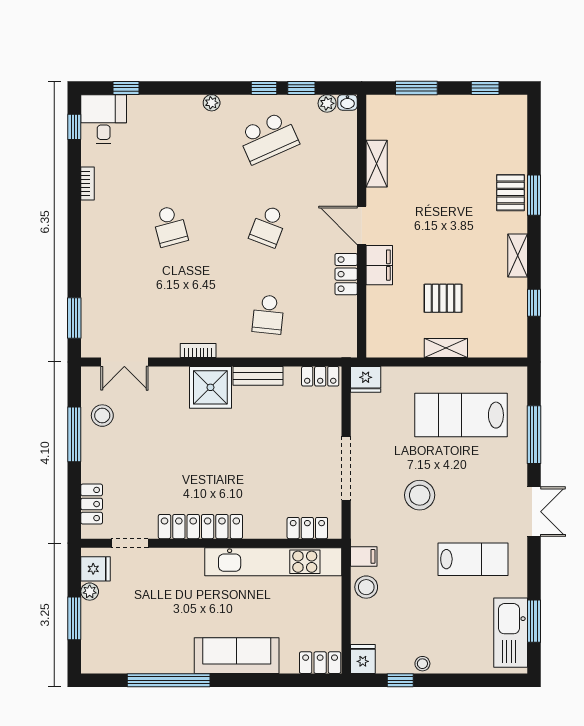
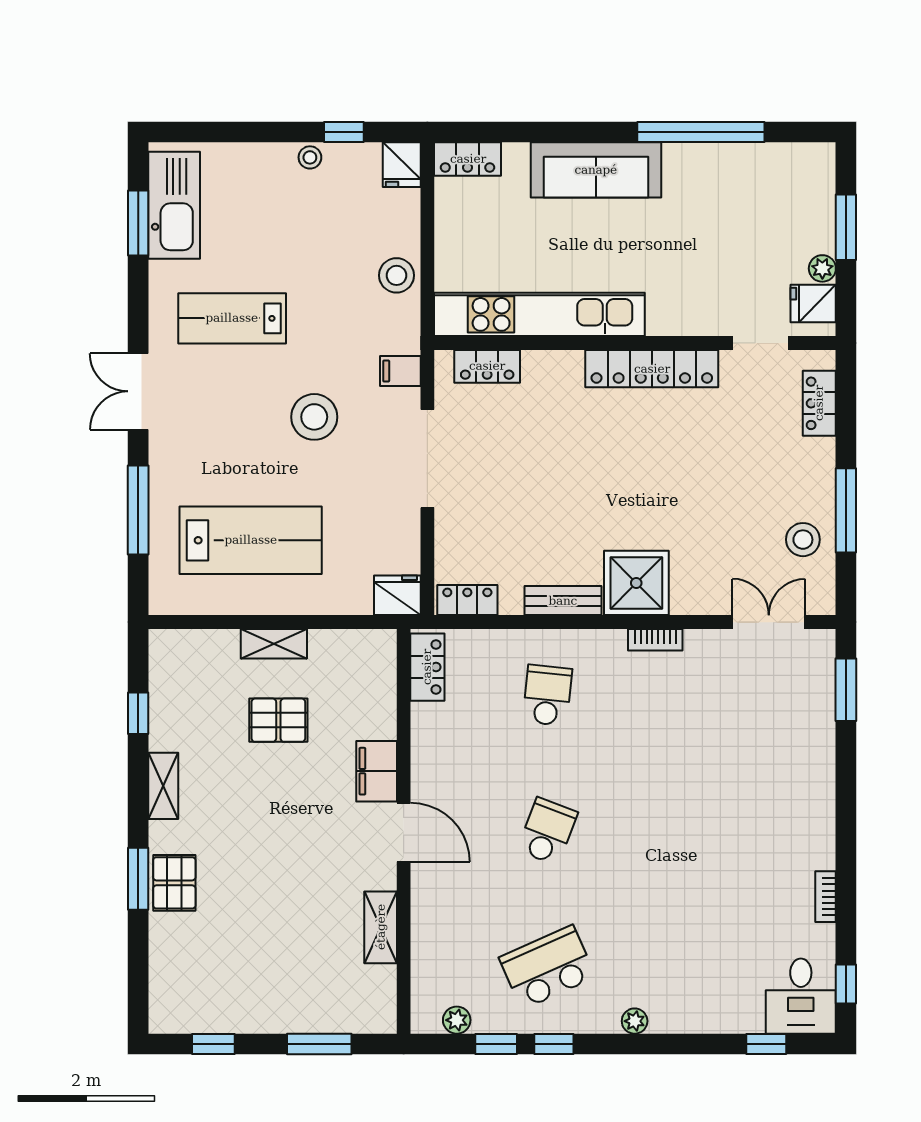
washbasin: (347, 102) -> (425, 1022), removed
school desk: (170, 226) -> (699, 831), removed
locker: (346, 274) -> (427, 667), moved
filing cabinet: (364, 556) -> (400, 371), moved

